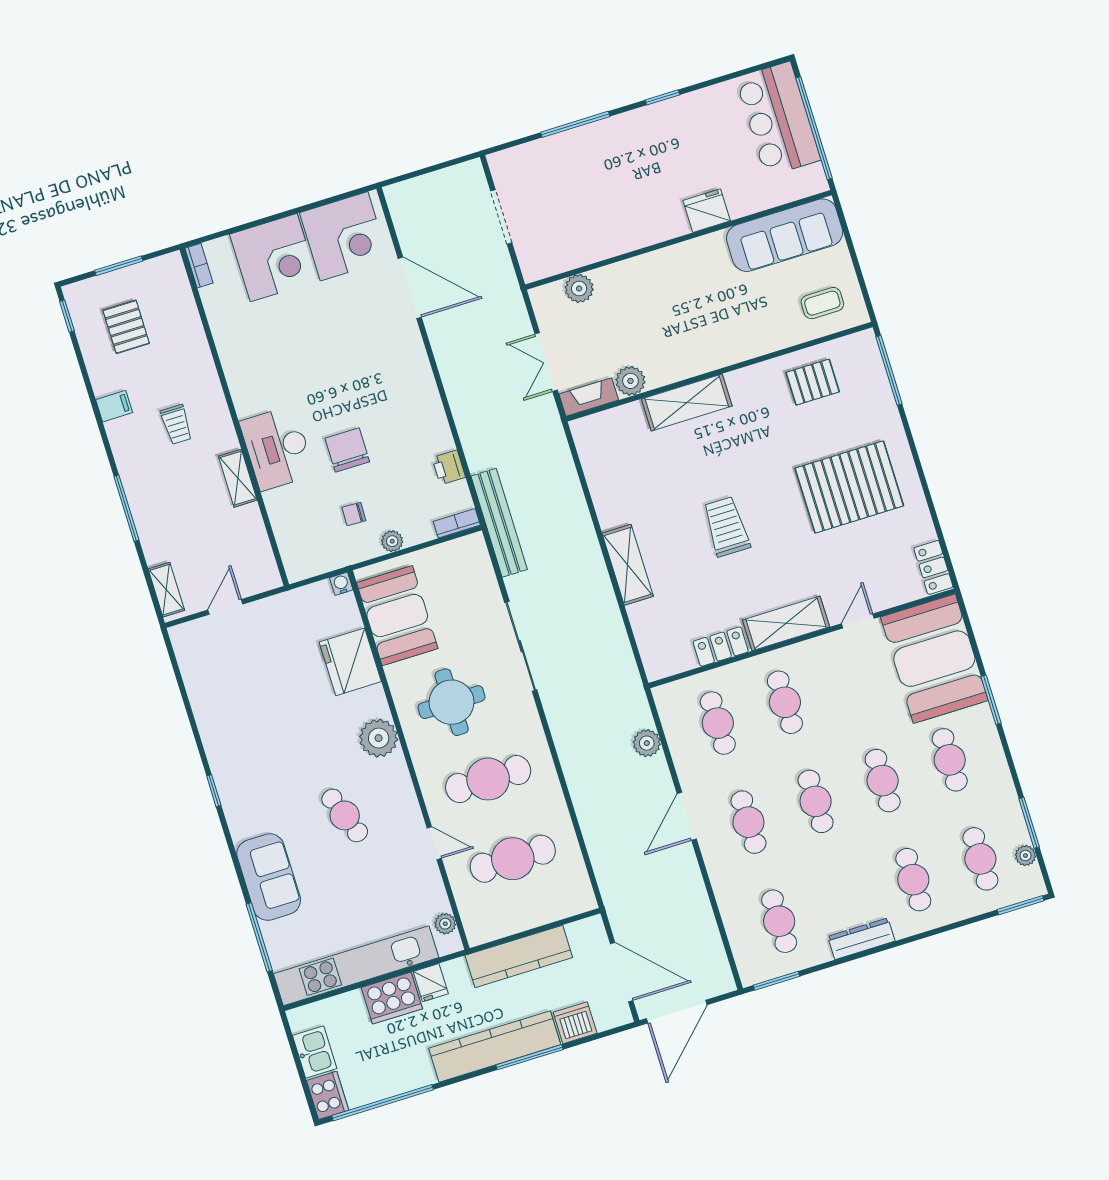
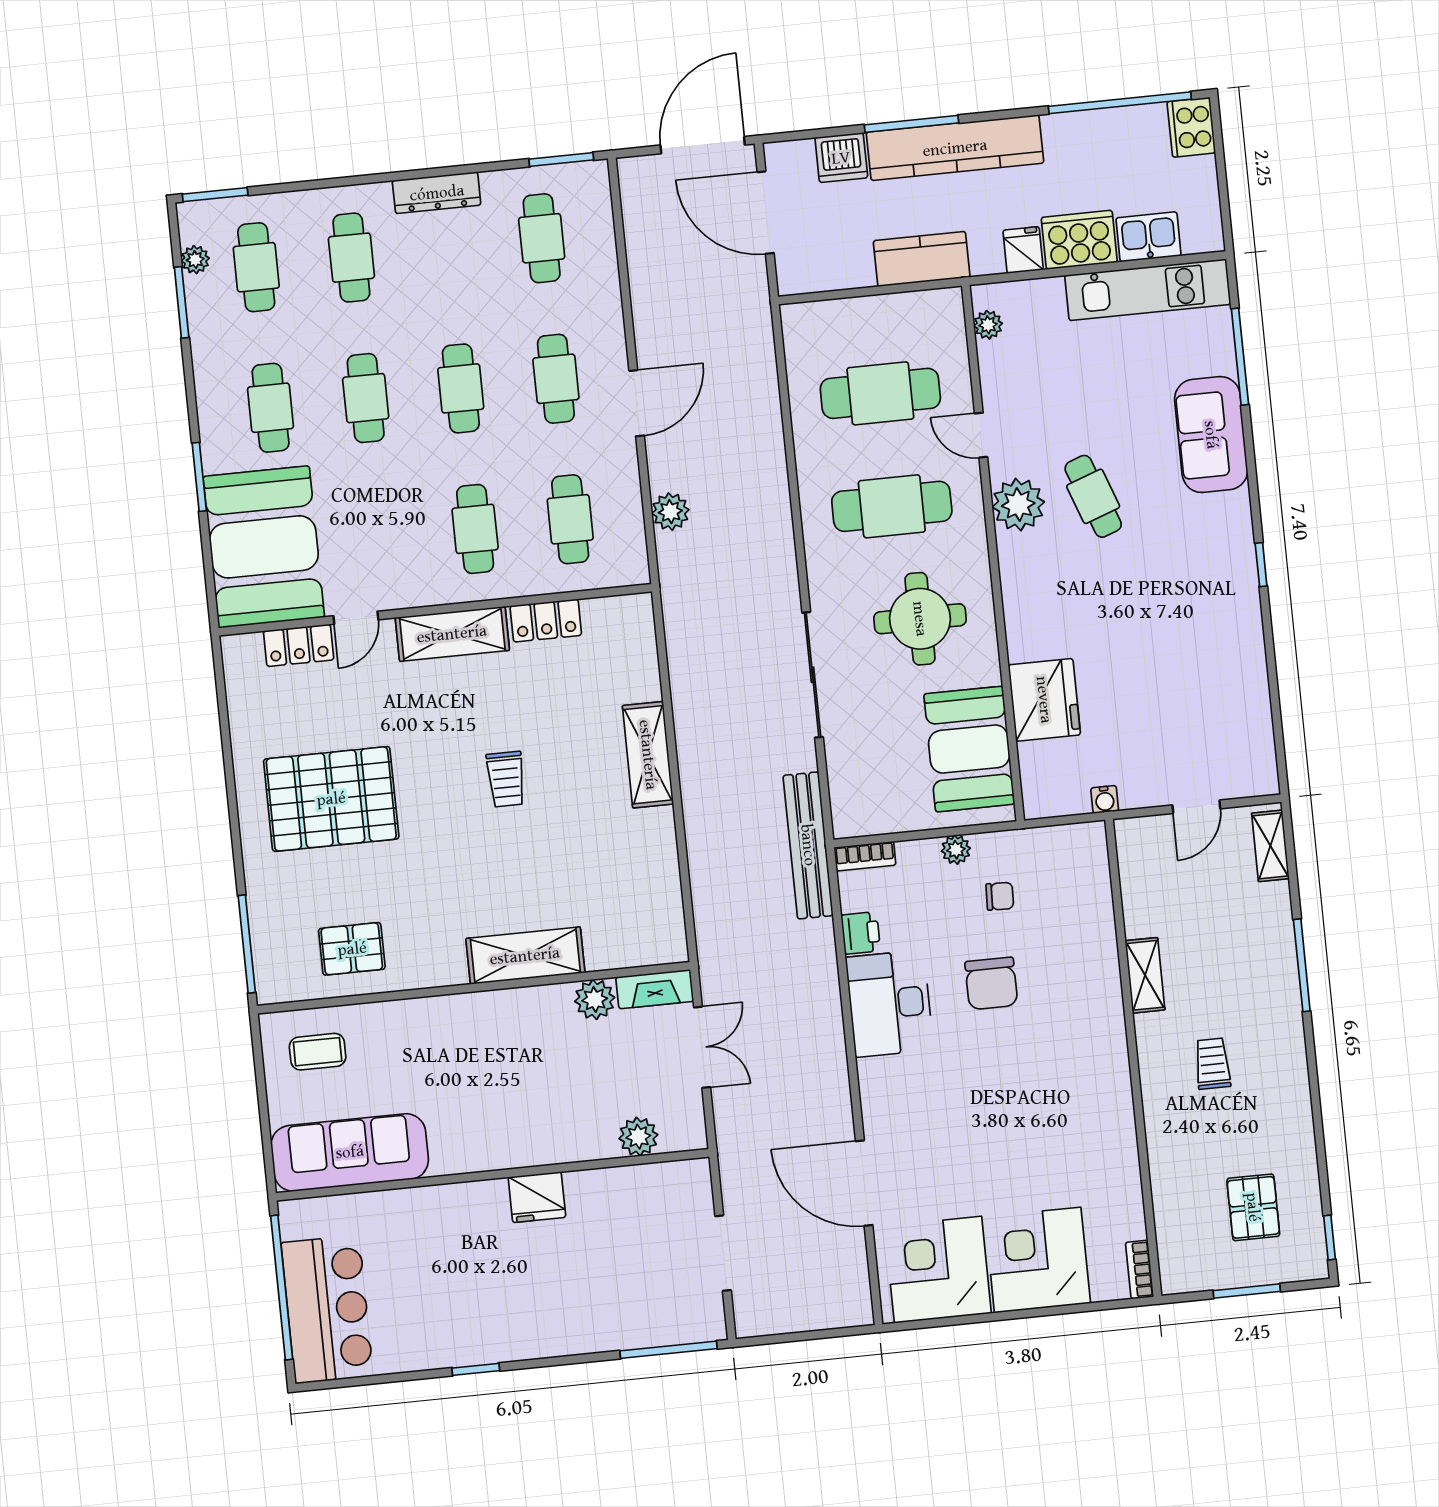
window: (575, 124) -> (669, 1350), moved
fridge: (707, 211) -> (537, 1197), moved
filing cabinet: (114, 406) -> (1291, 1105), removed
desk: (277, 448) -> (889, 1004), moved, turned 180
trolley: (726, 527) -> (506, 779), width x0.73, depth x0.72
locker: (933, 567) -> (299, 645), moved, turned 90
water cooler: (341, 584) -> (1105, 799), moved
plant: (379, 738) -> (1018, 505), moved
kitchen counter: (519, 956) -> (922, 259), width x0.67
kitchen unit: (356, 966) -> (1148, 290), width x0.73
kitchen sink: (315, 1052) -> (1149, 237), moved, turned 90

